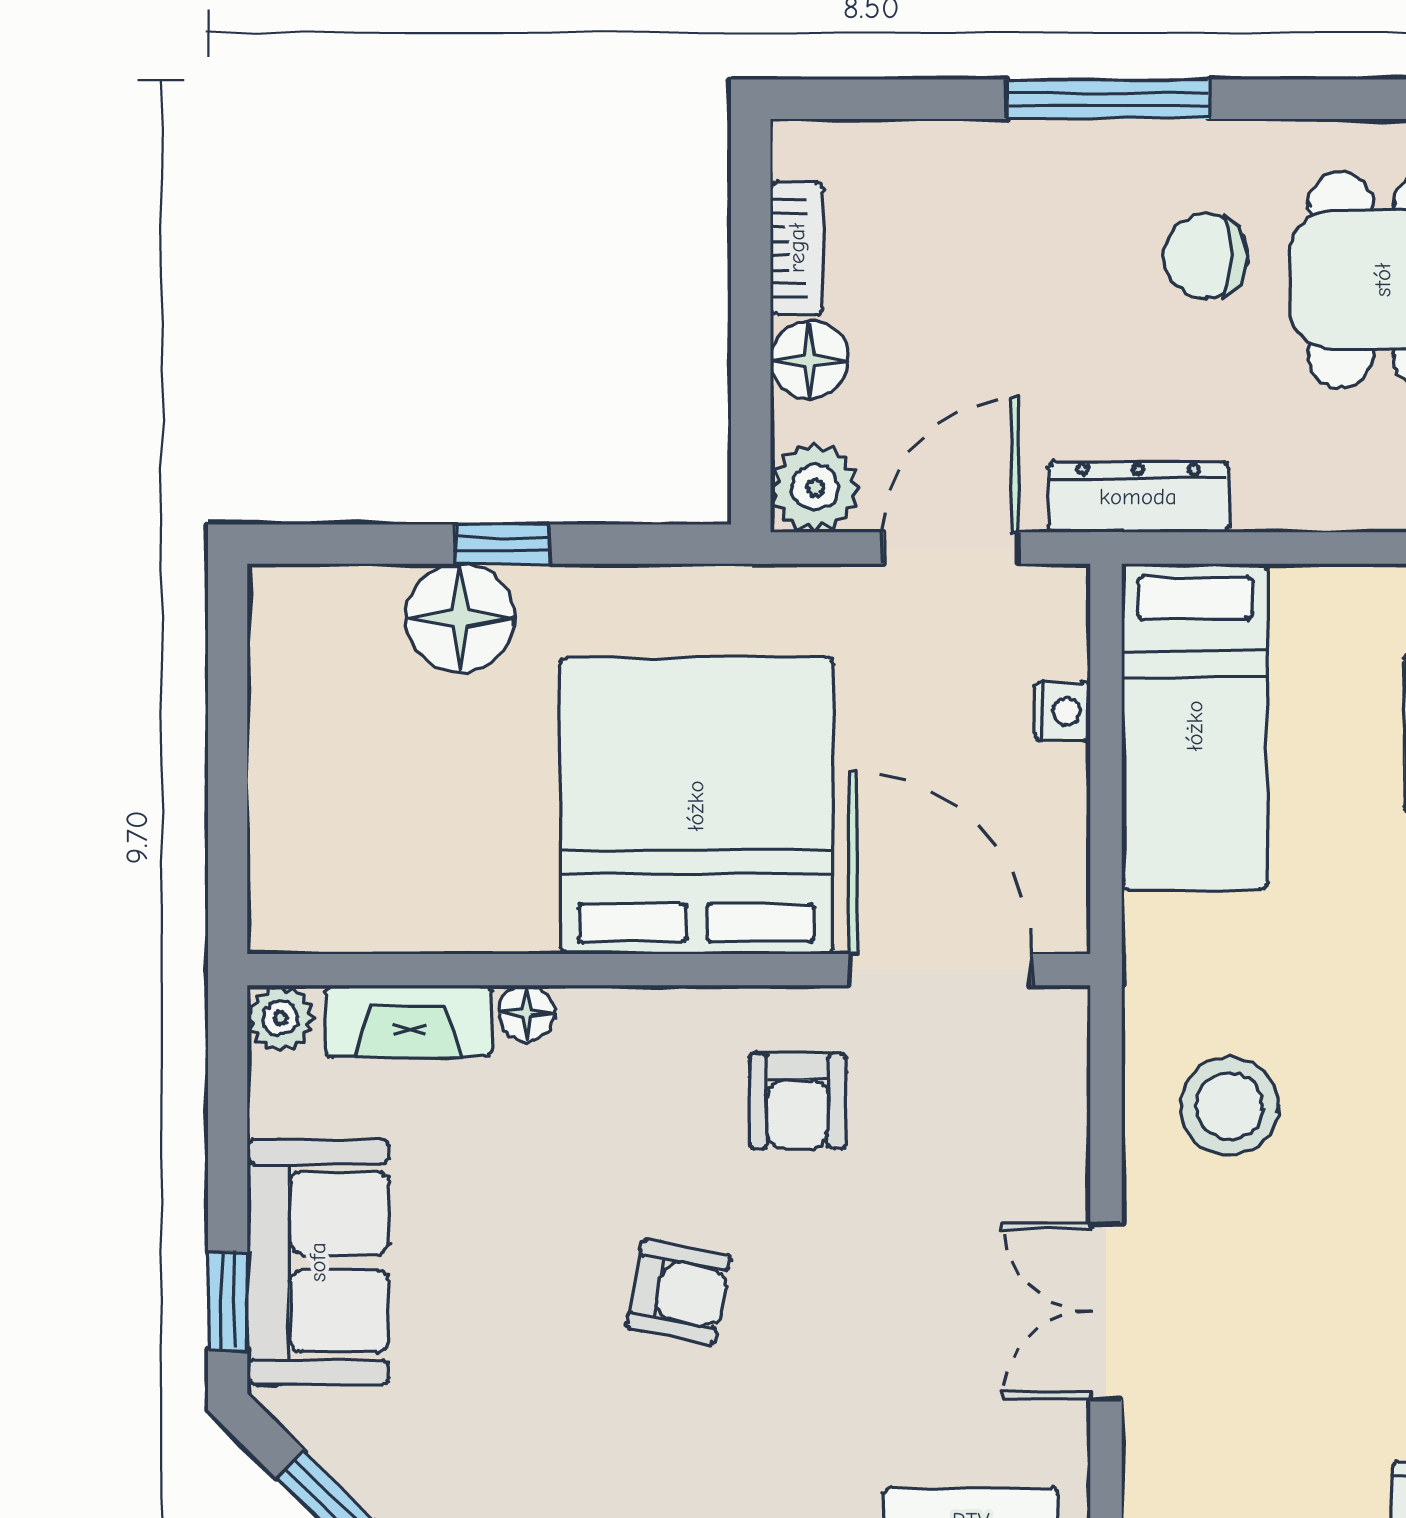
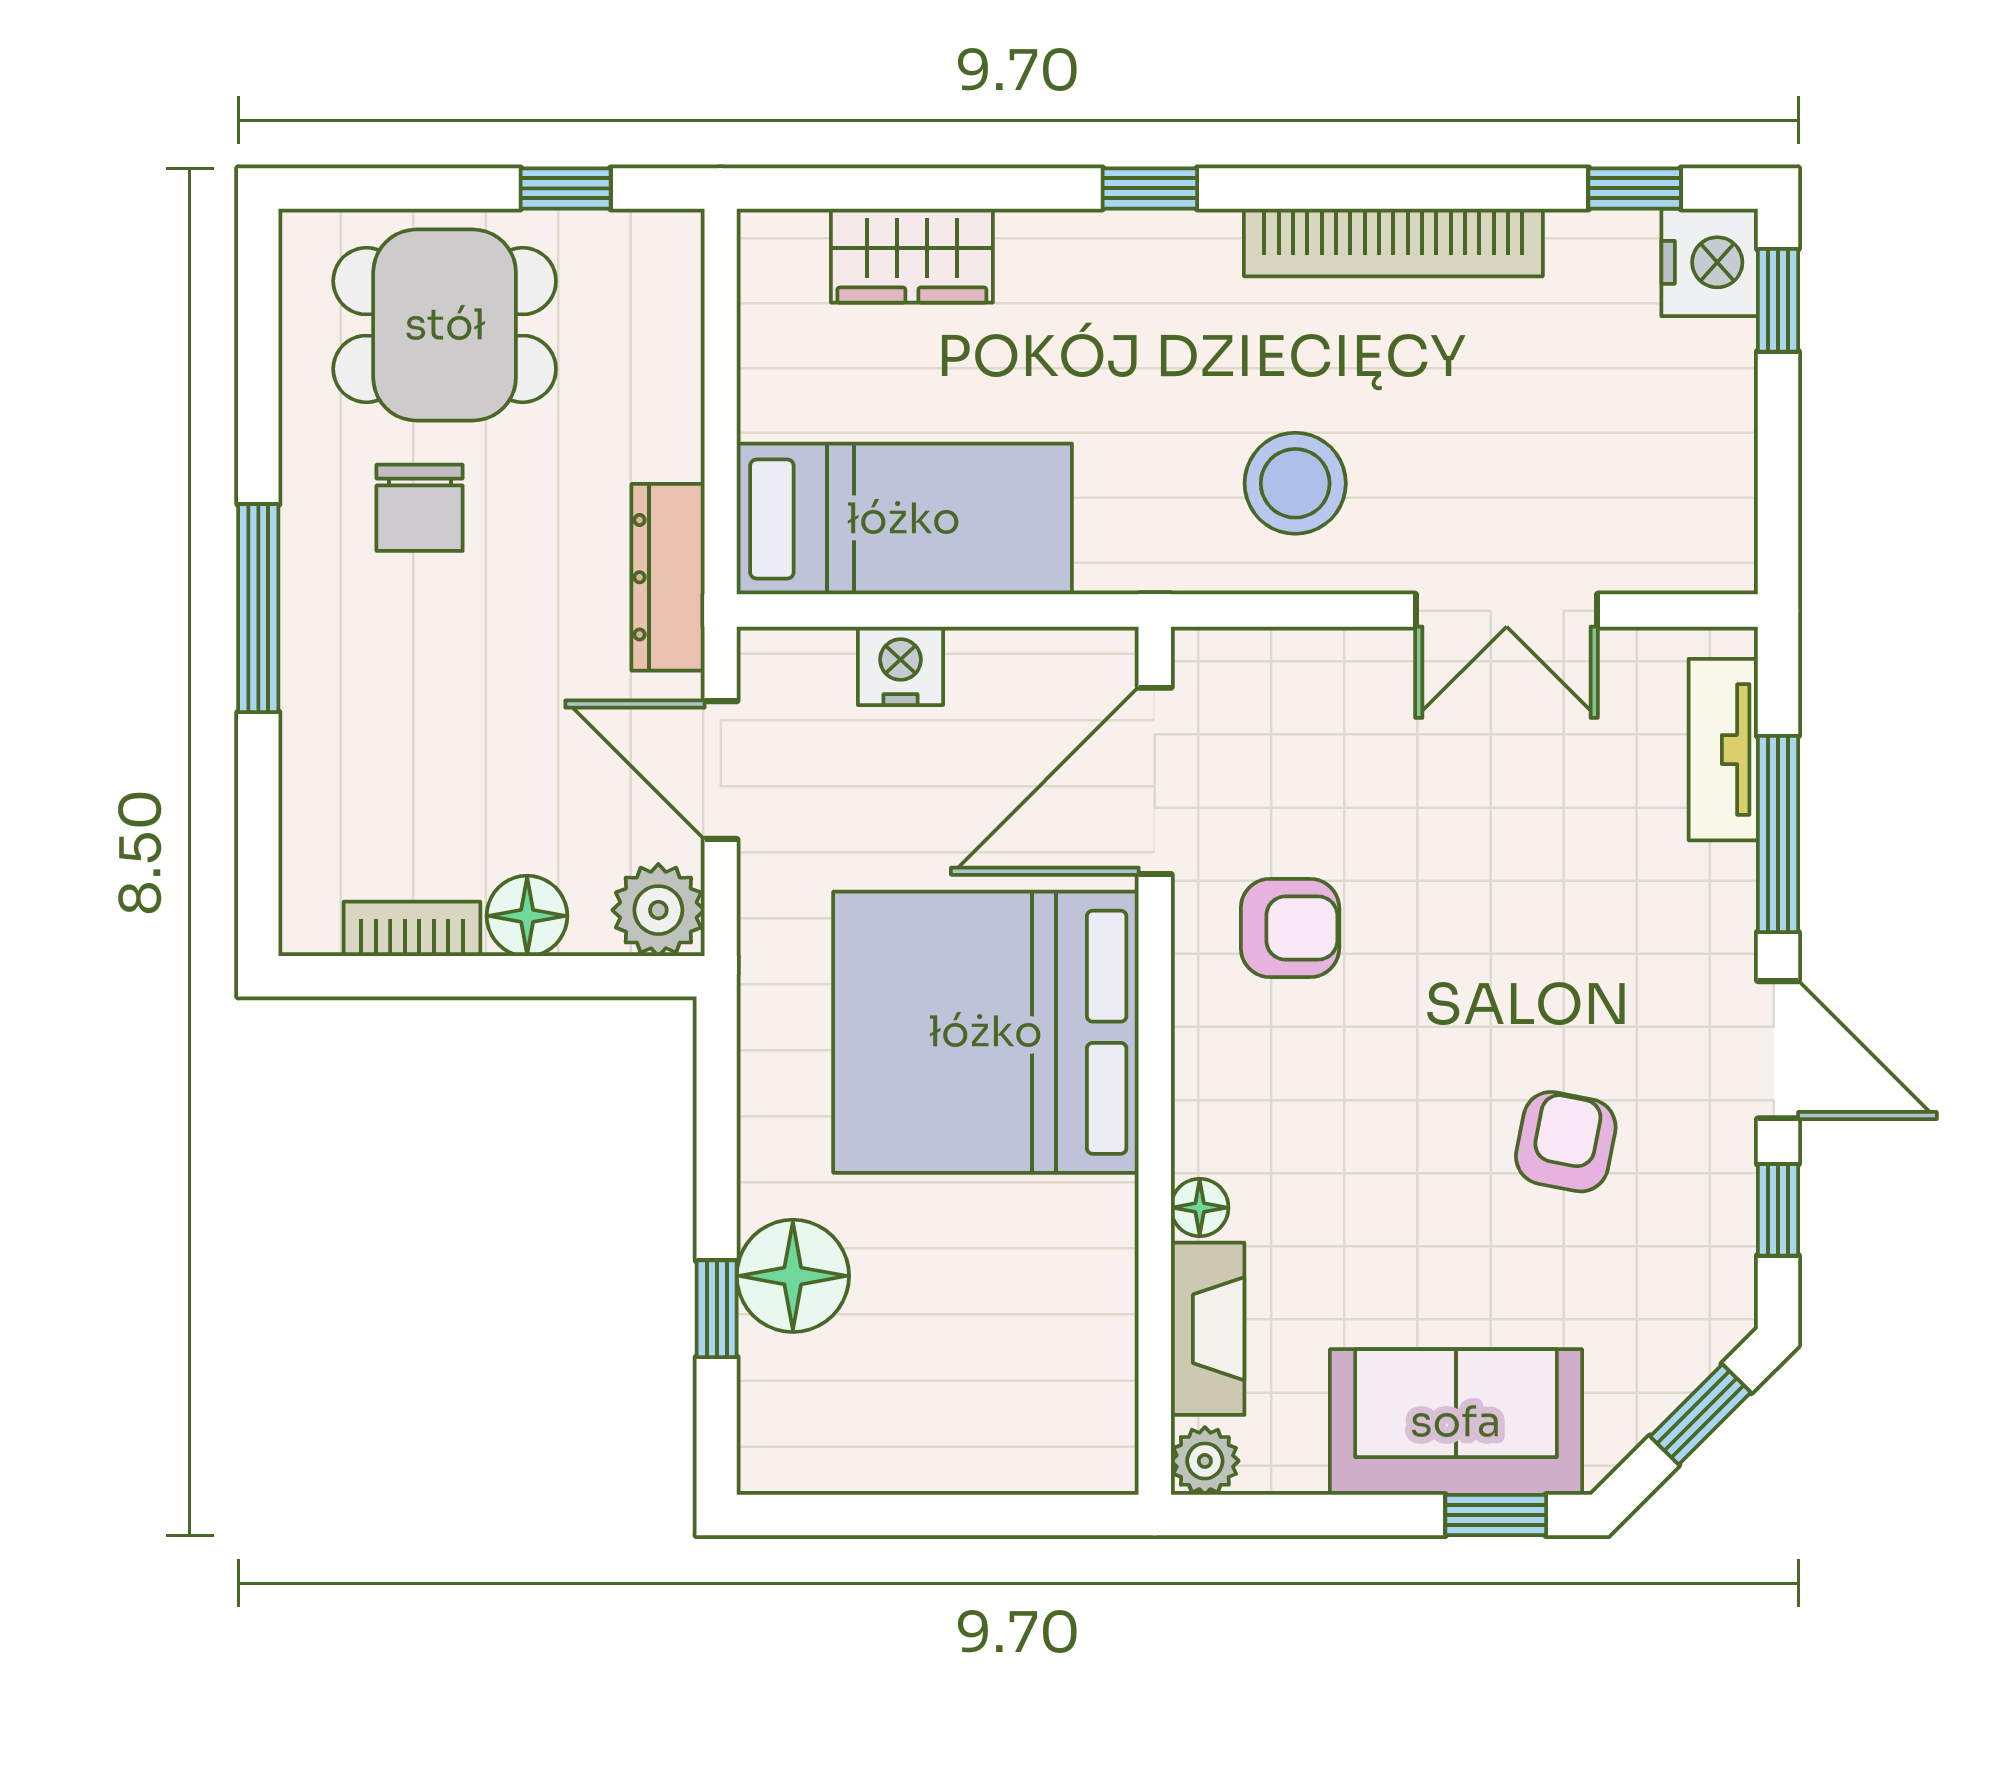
window: (503, 544) -> (717, 1309), moved
nightstand: (1062, 711) -> (900, 666), width x1.39, depth x1.35
armchair: (679, 1292) -> (1566, 1142), moved

